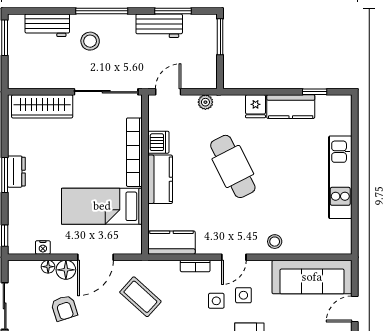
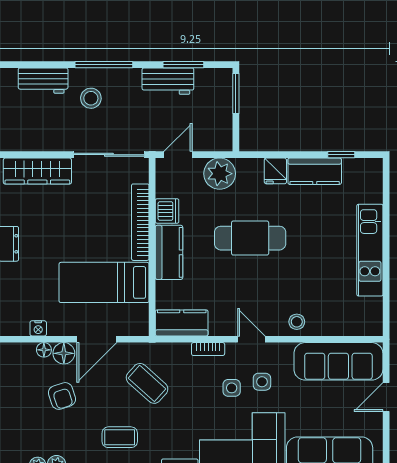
plant: (205, 102) -> (220, 174), width x1.87, depth x1.87
cafe table: (233, 166) -> (250, 238), turned -63
door: (234, 257) -> (251, 339), swing flipped

